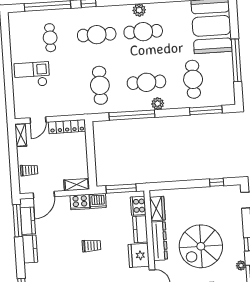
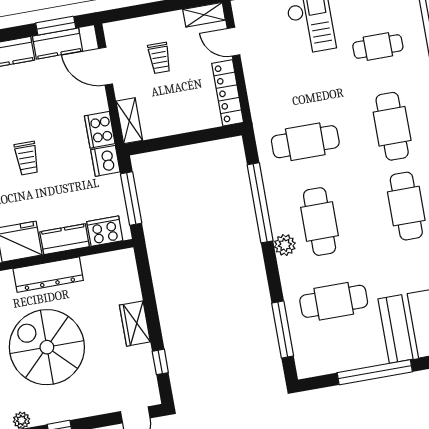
trolley: (29, 170) -> (159, 58), moved
wardrobe: (157, 209) -> (135, 324), moved, turned 90
window: (17, 221) -> (56, 26), width x0.69

